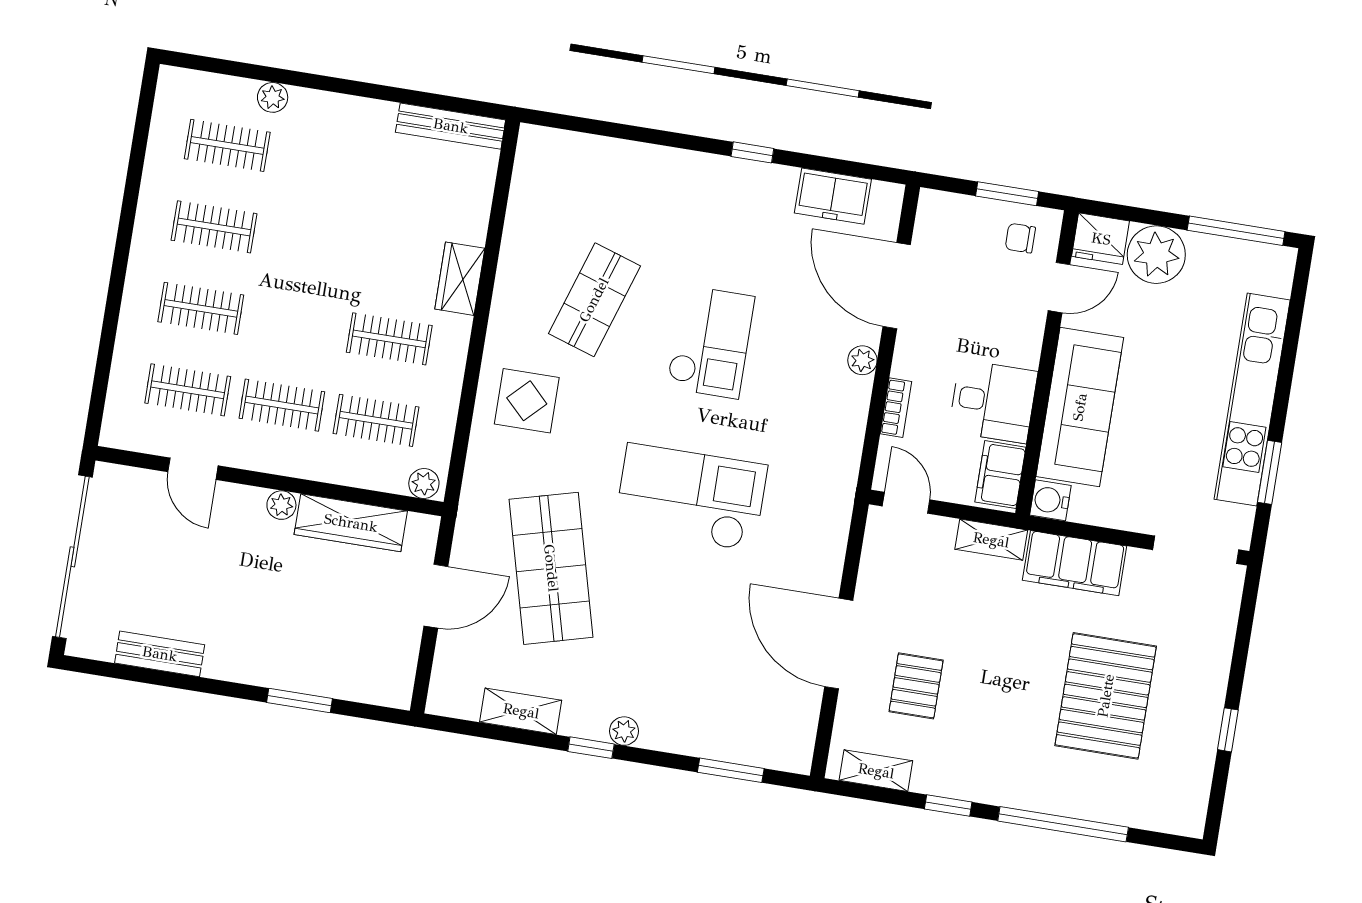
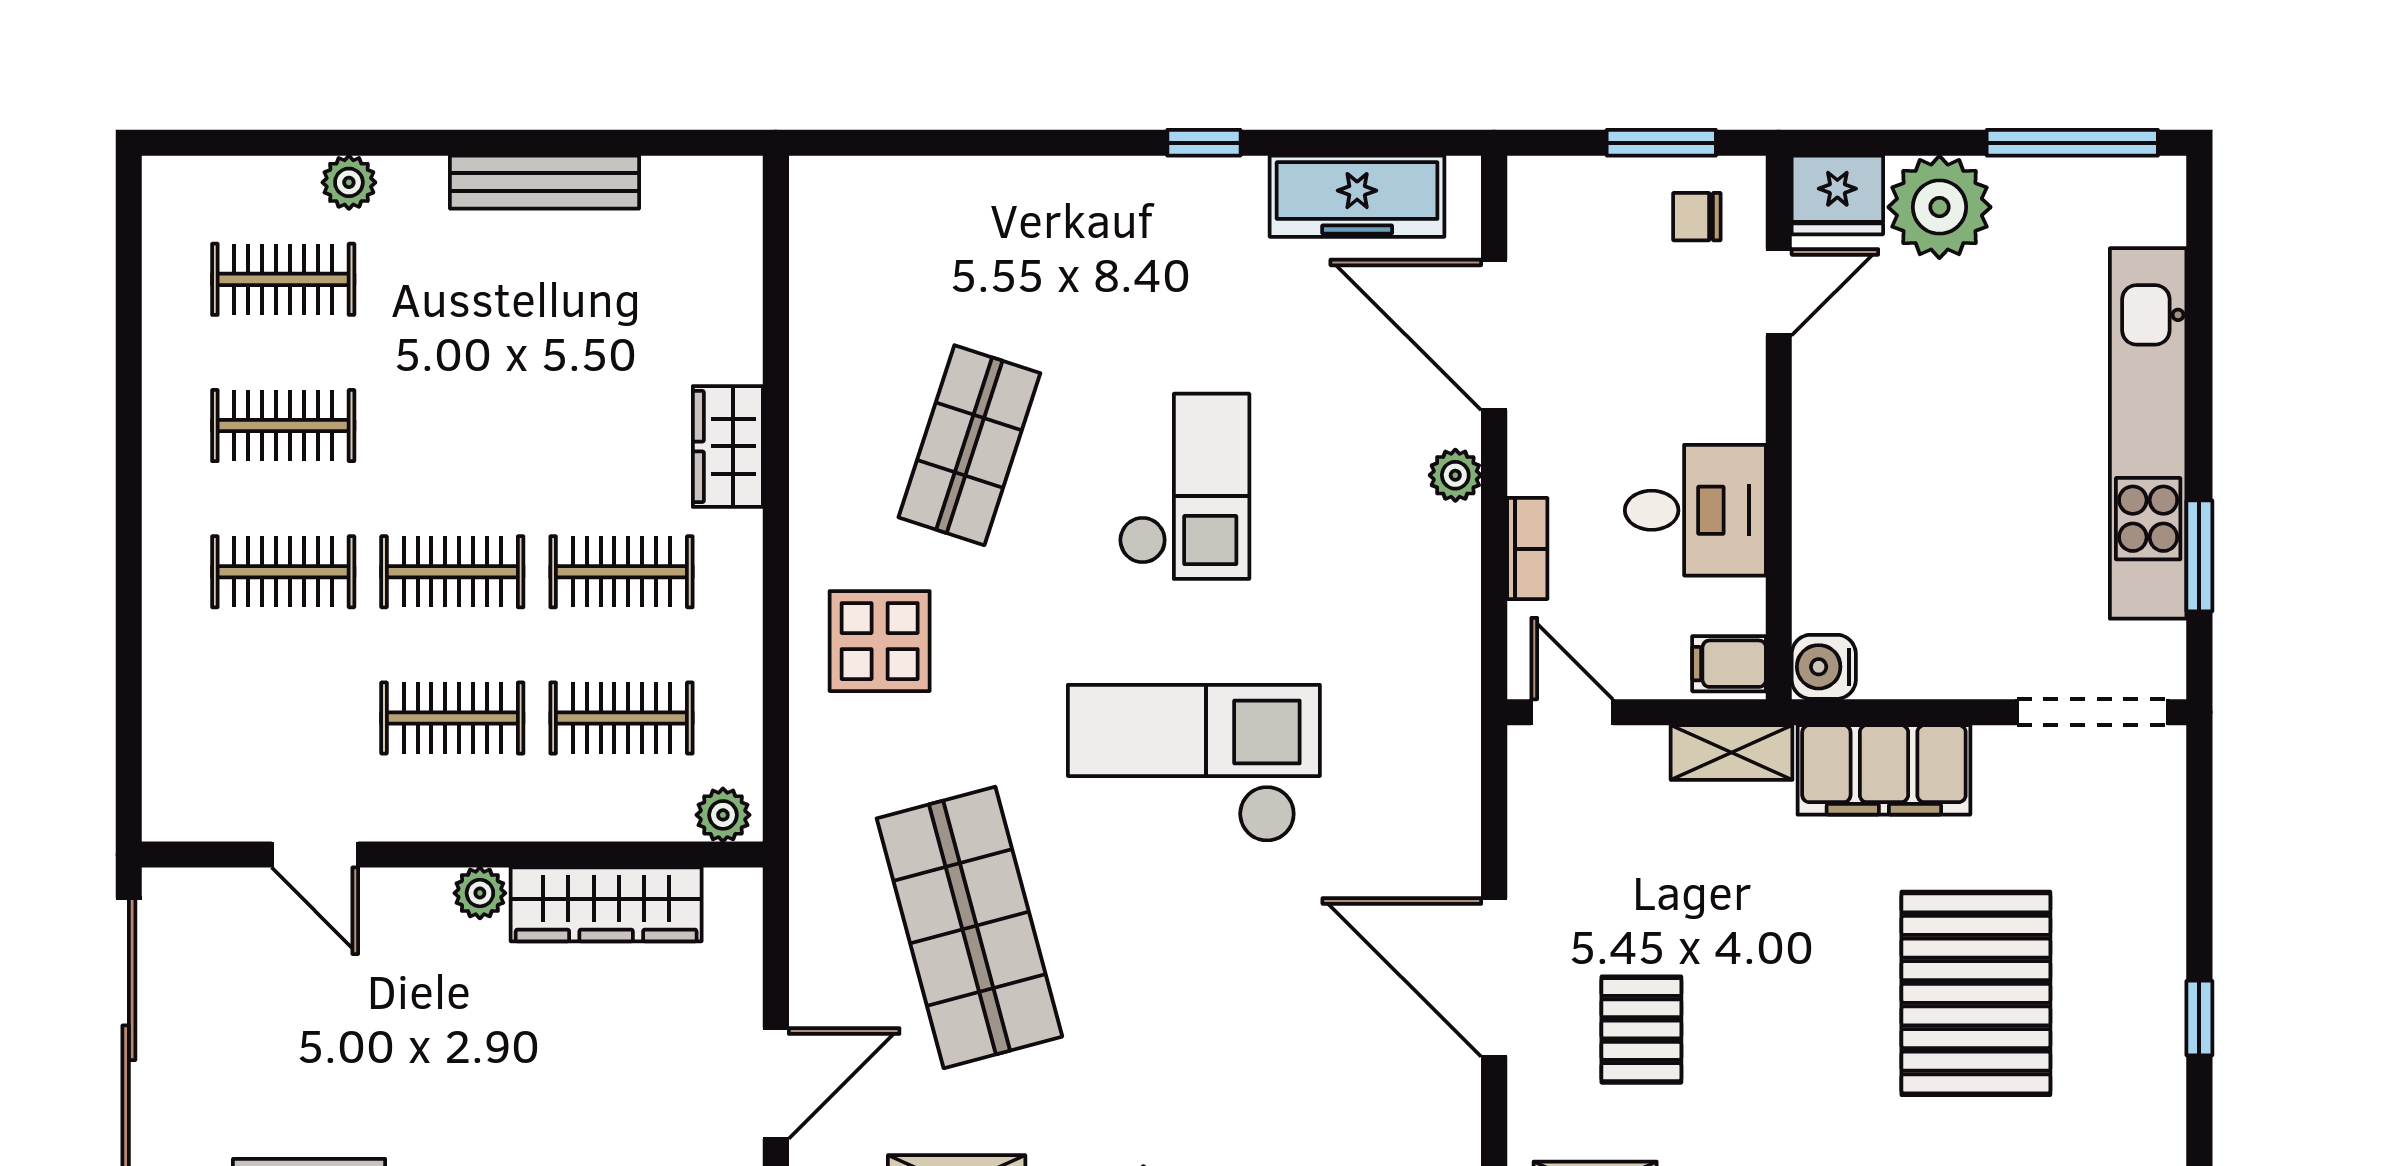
bench: (451, 126) -> (544, 182), moved
freezer: (833, 196) -> (1357, 196), width x1.40
clothes rail: (188, 390) -> (452, 572), moved
sofa: (1080, 407) -> (1849, 495), removed
filing cabinet: (1000, 475) -> (1729, 664), width x0.50
door: (436, 596) -> (776, 1083), moved

